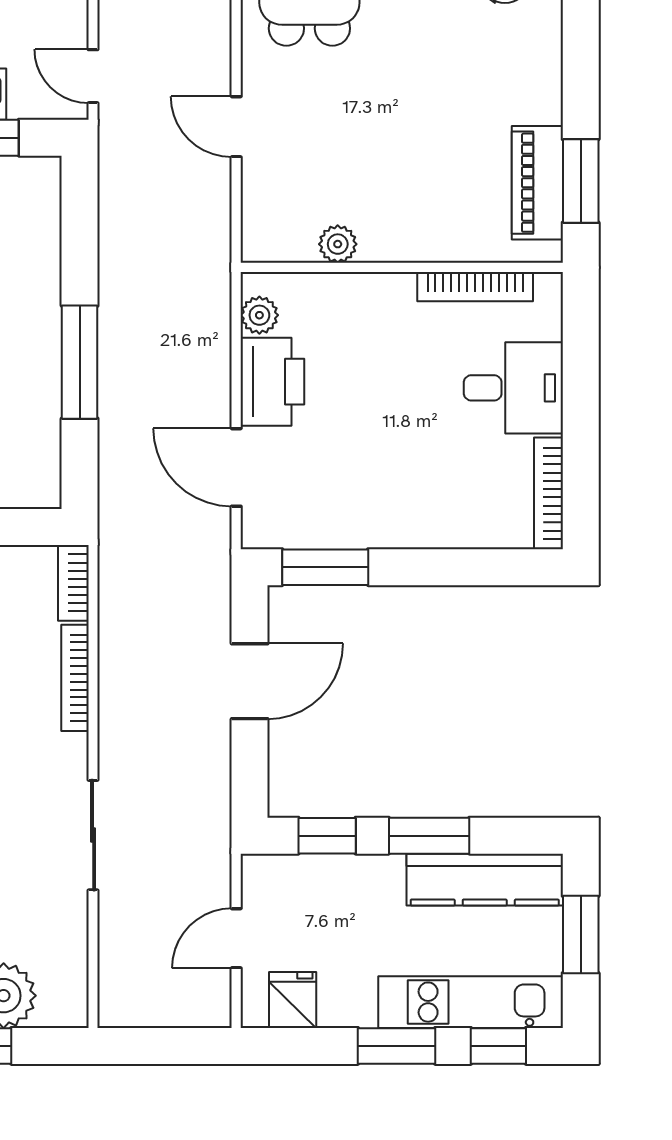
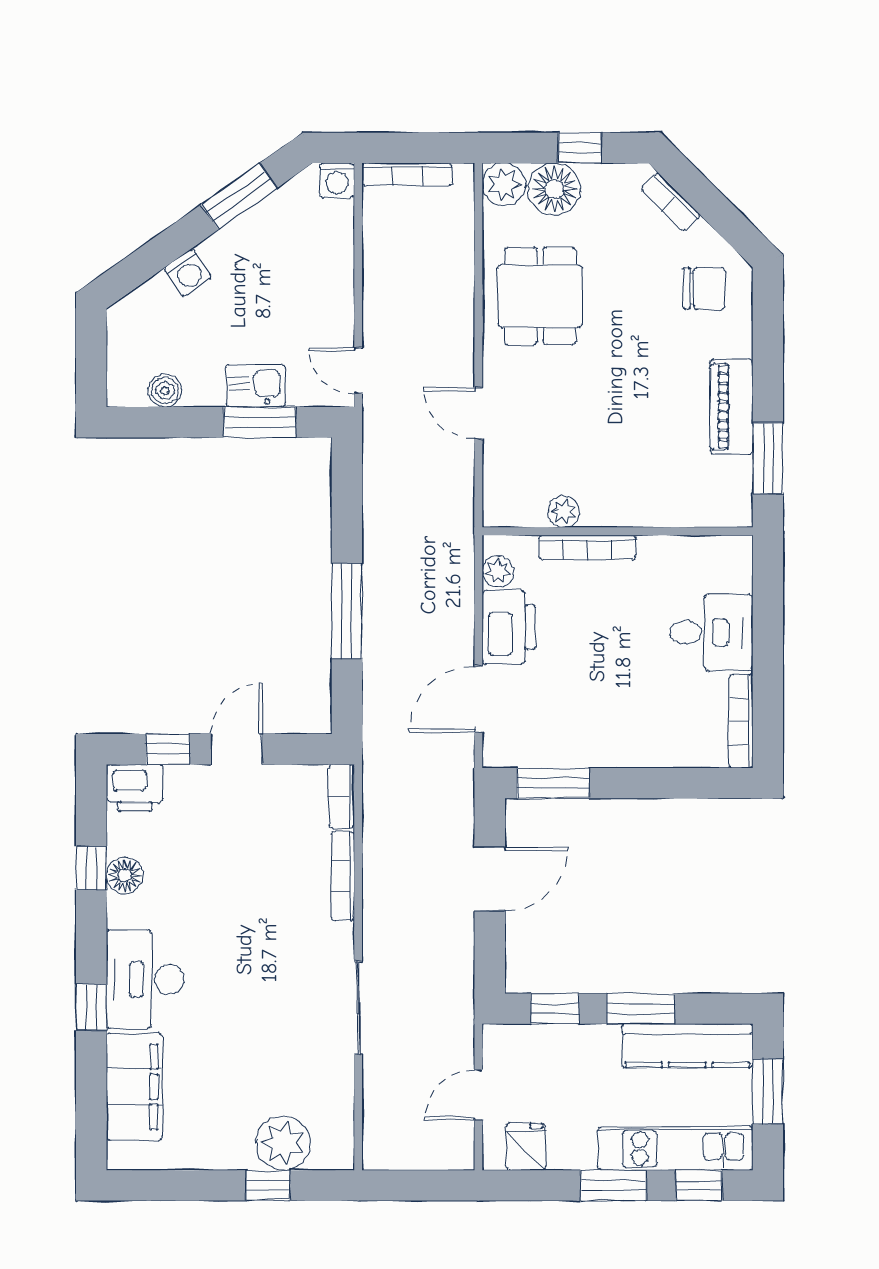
piano: (537, 183) -> (731, 407), moved
bookcase: (475, 287) -> (587, 547), moved
door: (236, 467) -> (478, 699), hinge flipped

